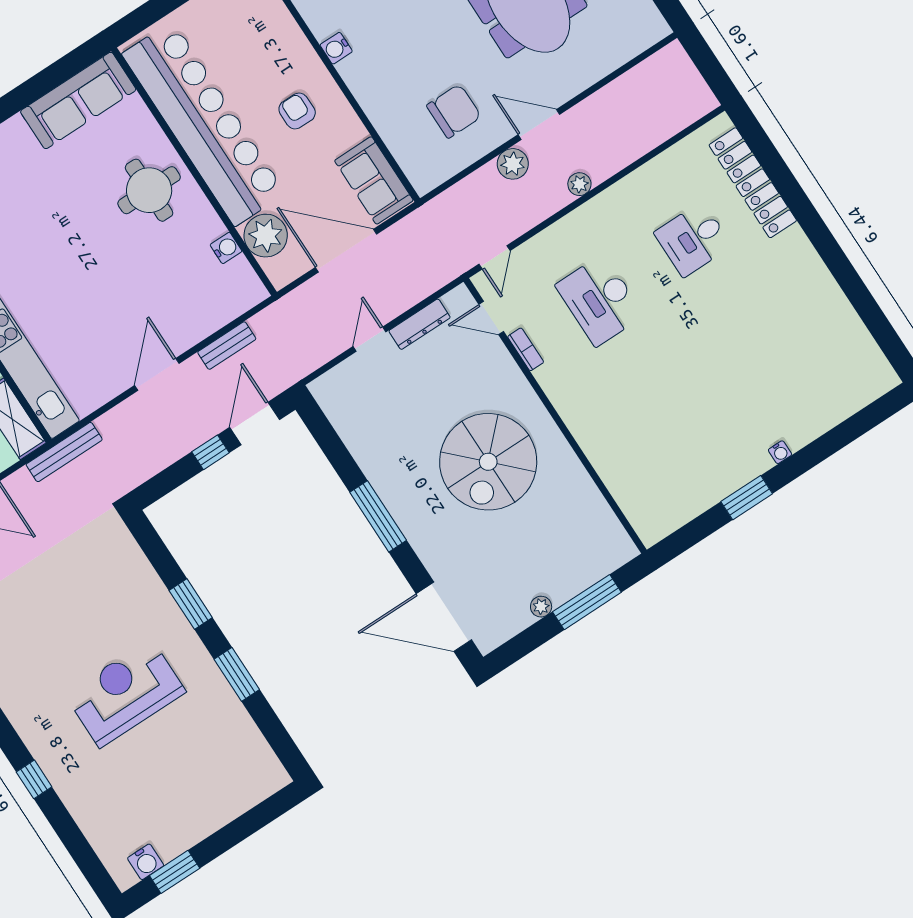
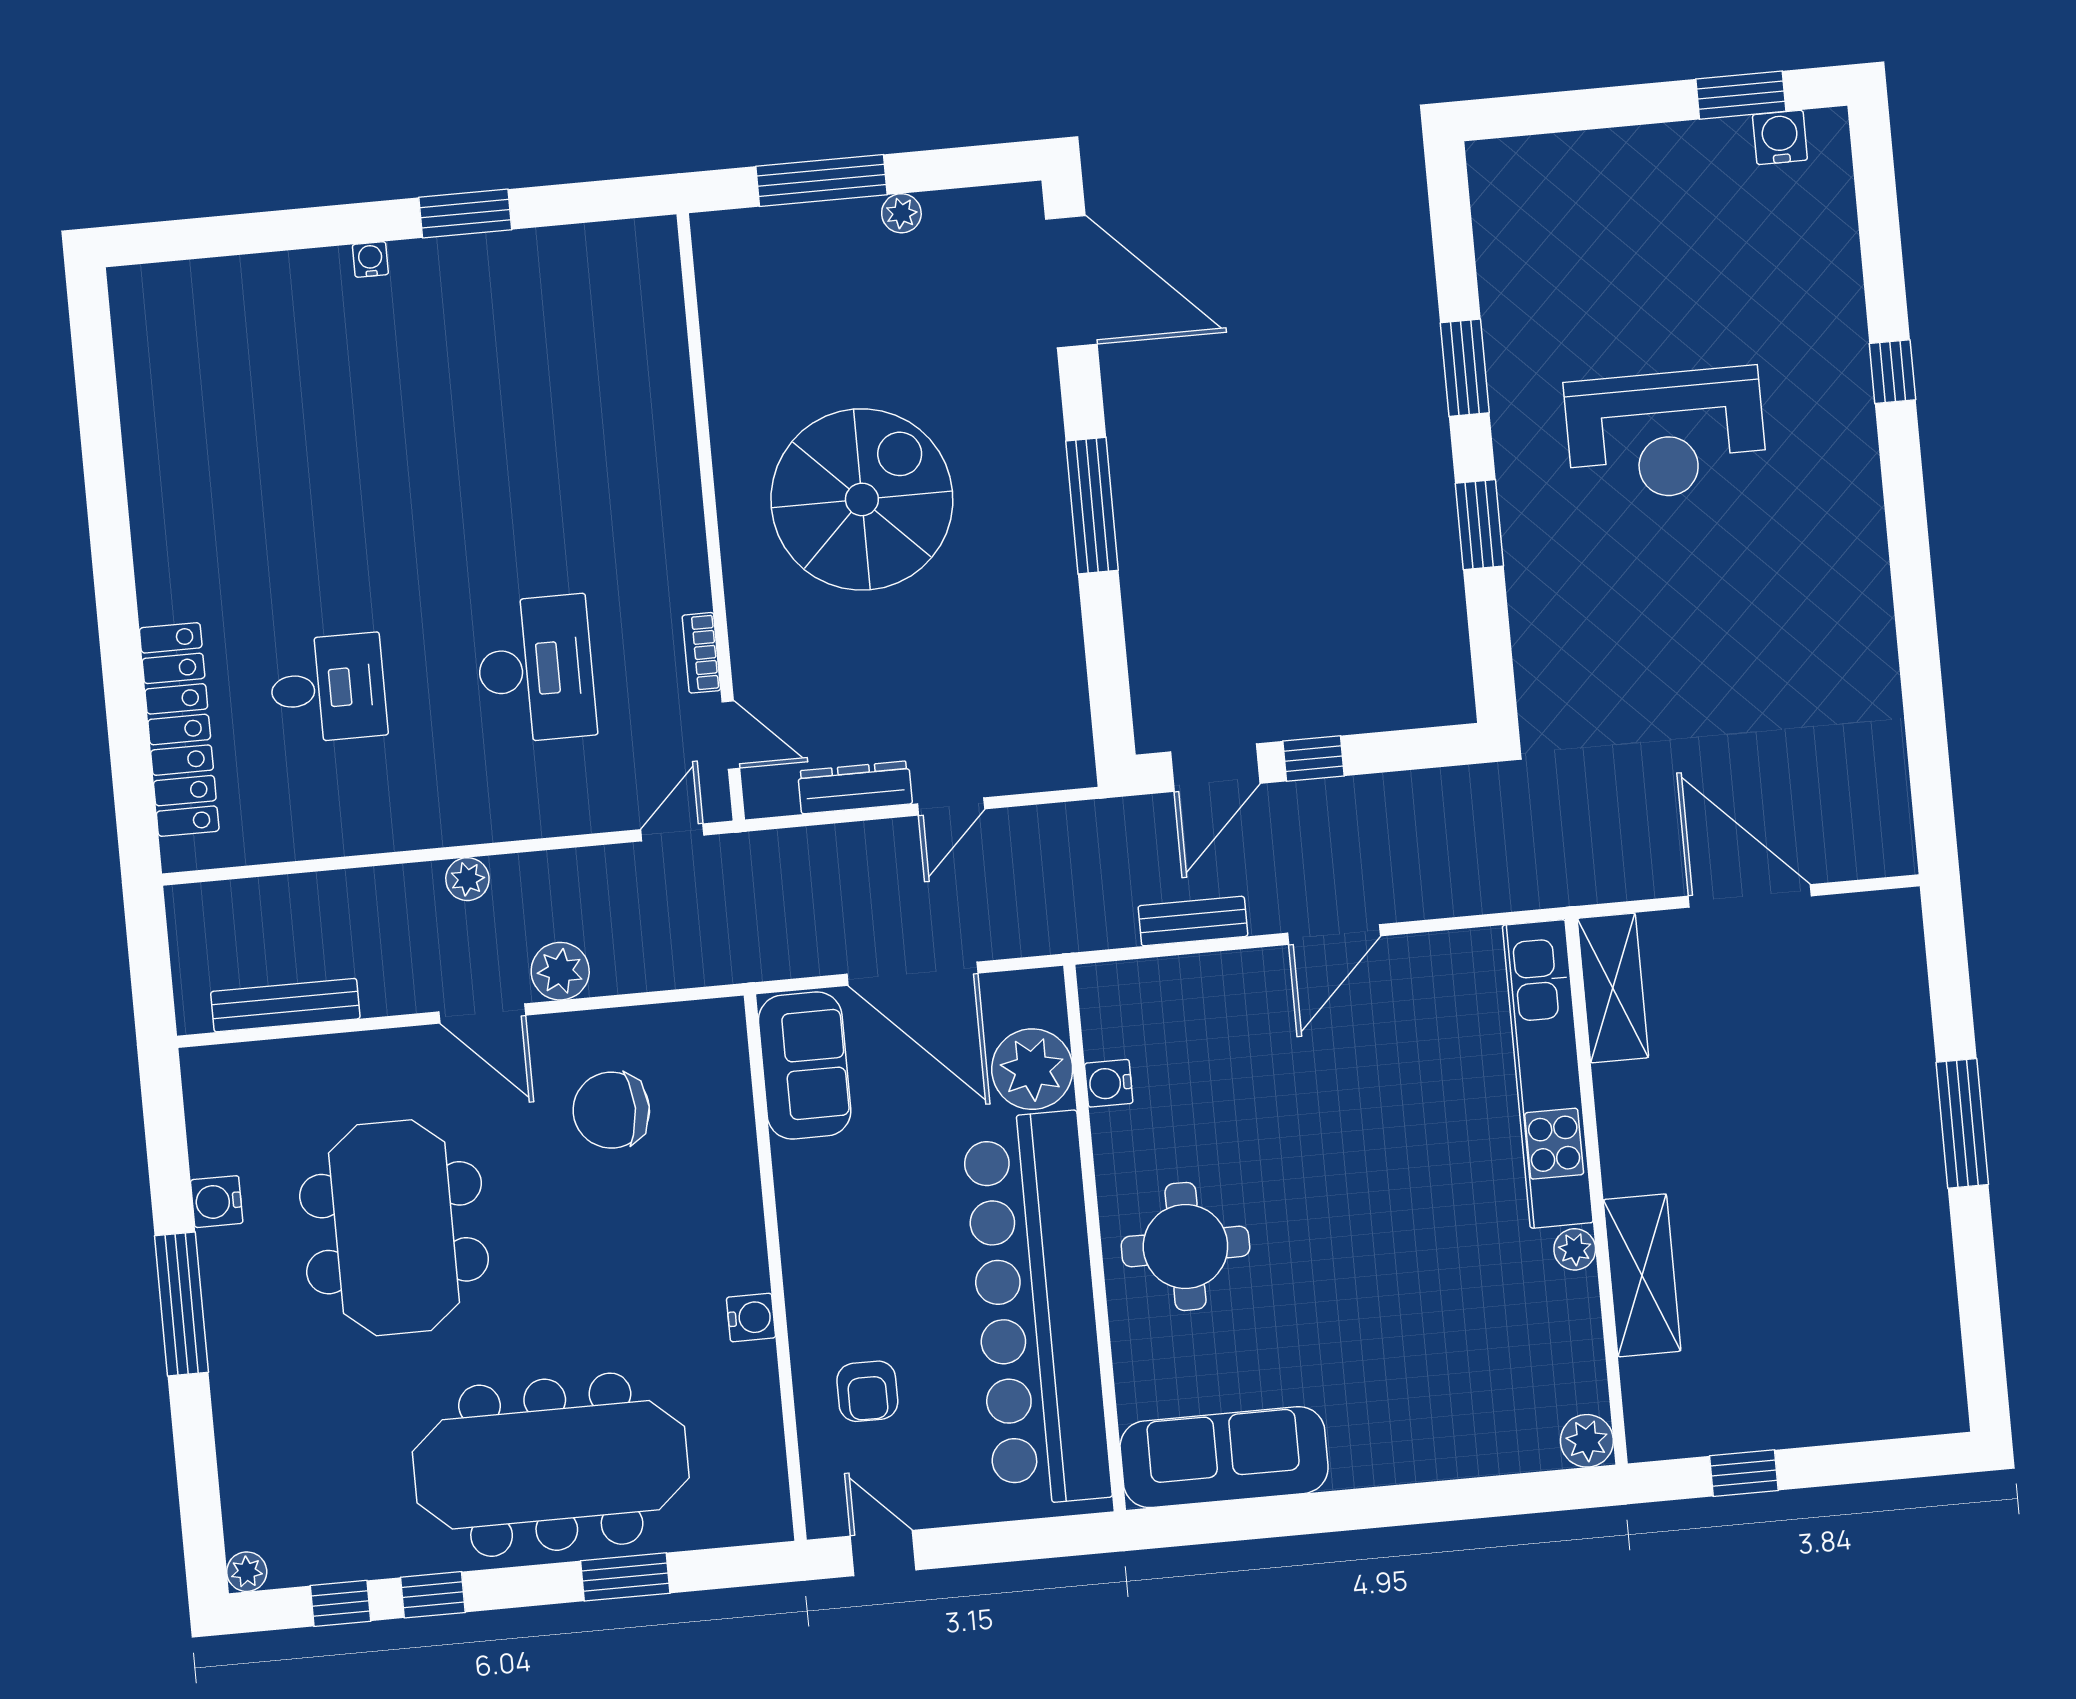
armchair: (297, 111) -> (867, 1391), moved
bench: (64, 452) -> (285, 1005), moved

